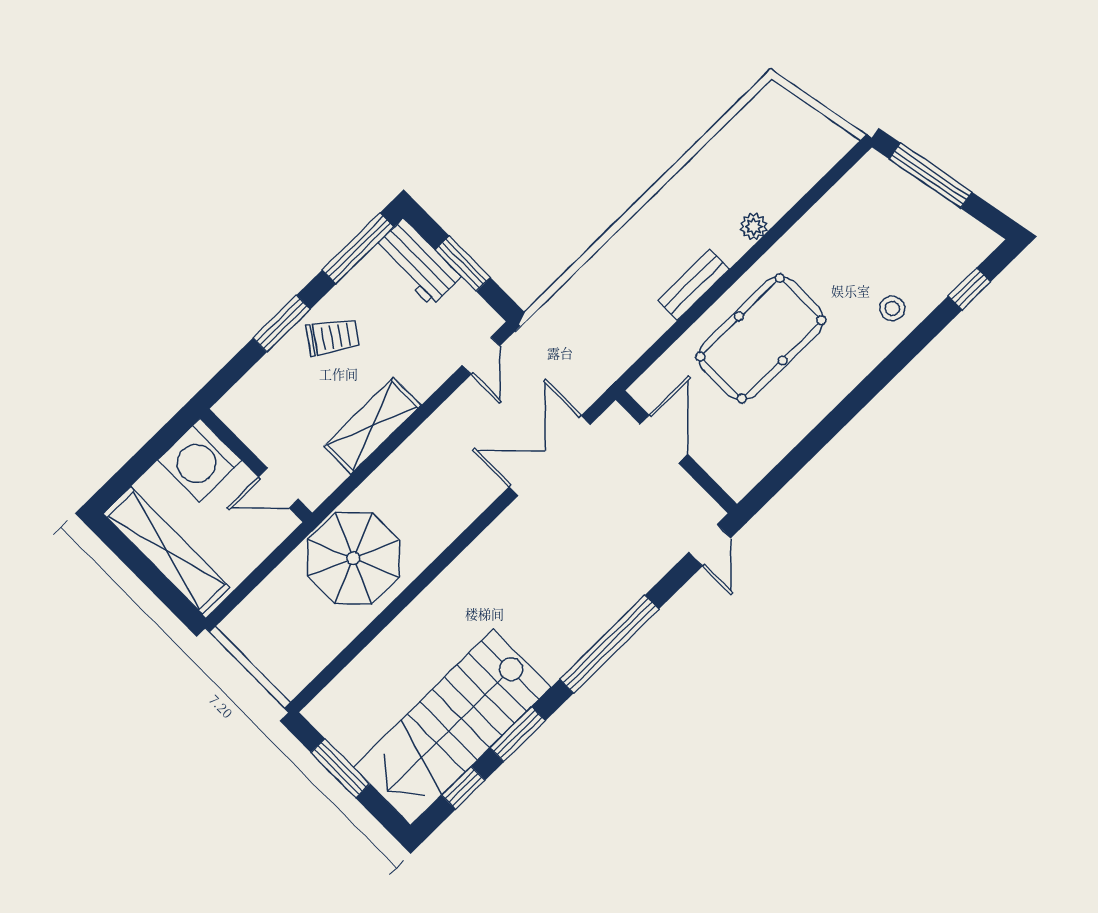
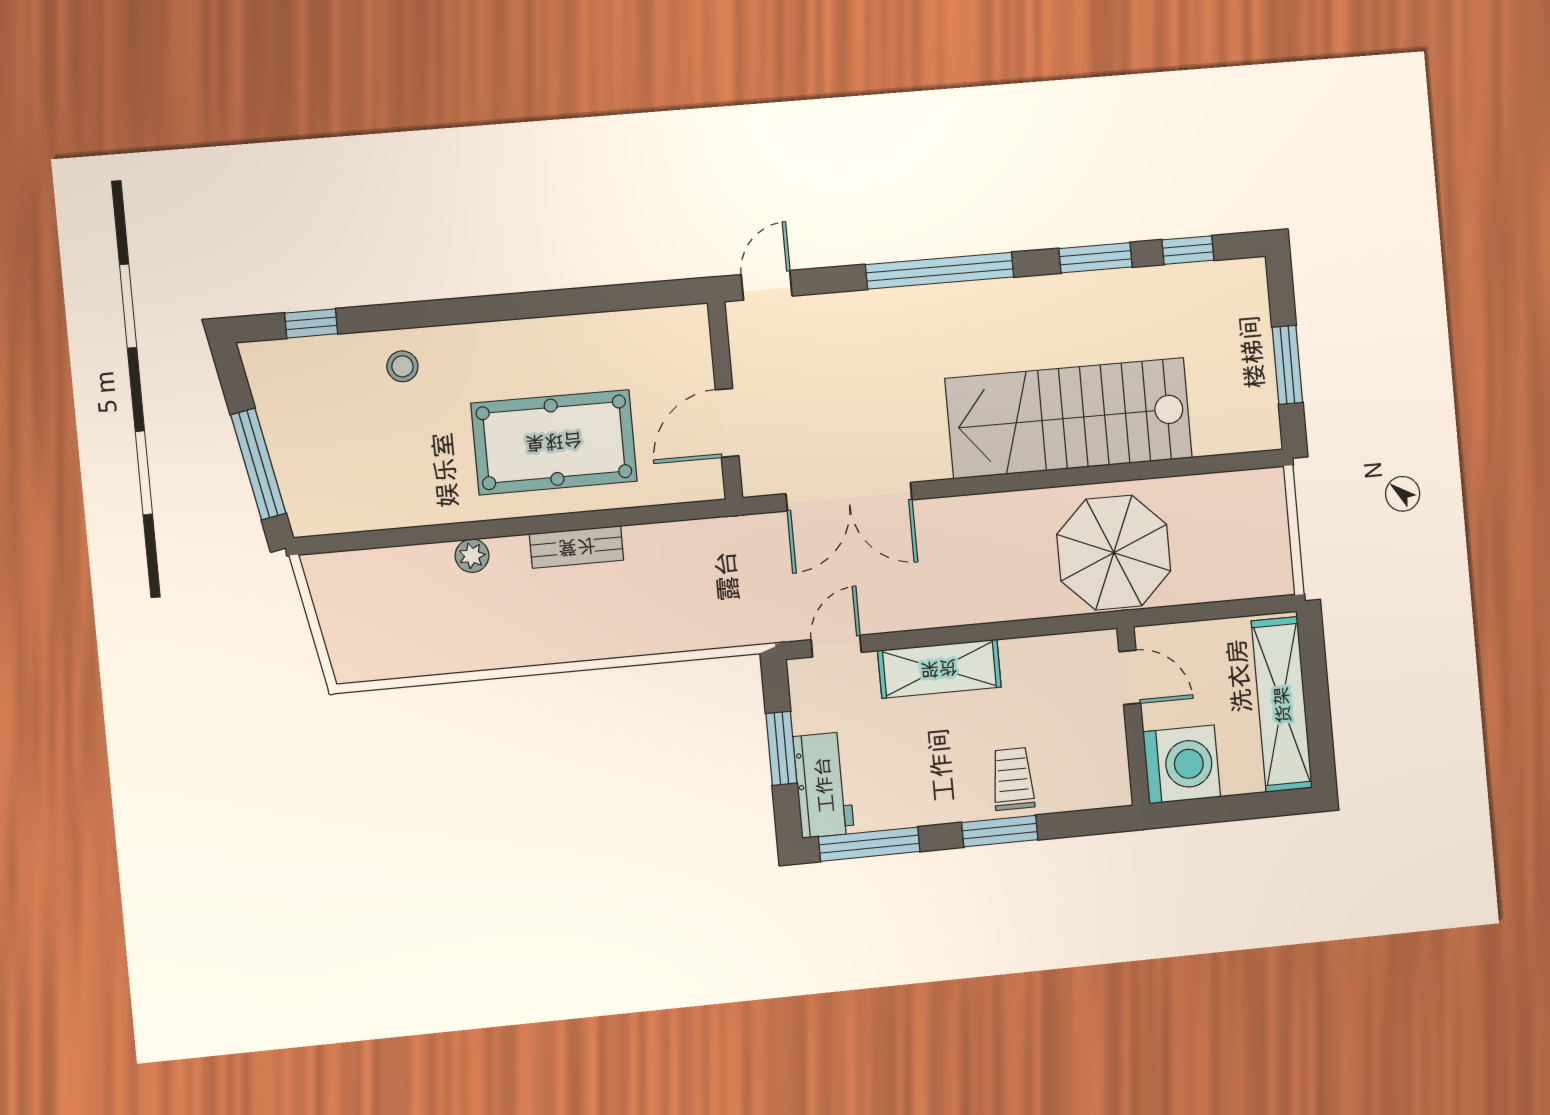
trolley: (333, 337) -> (1013, 779), moved, turned 55
shelving: (372, 426) -> (939, 669), moved
stairs: (452, 727) -> (1069, 418), moved, turned 180

